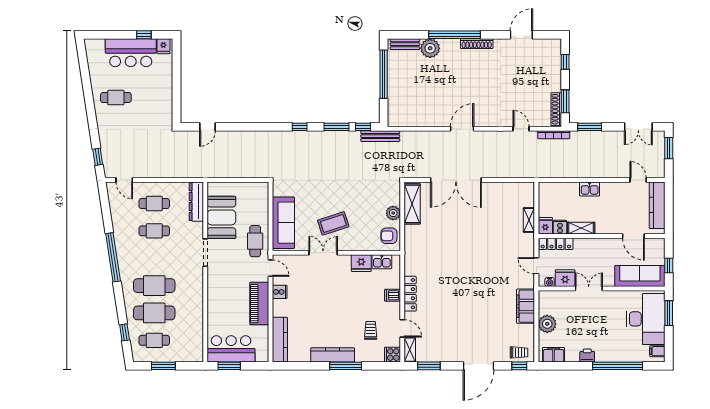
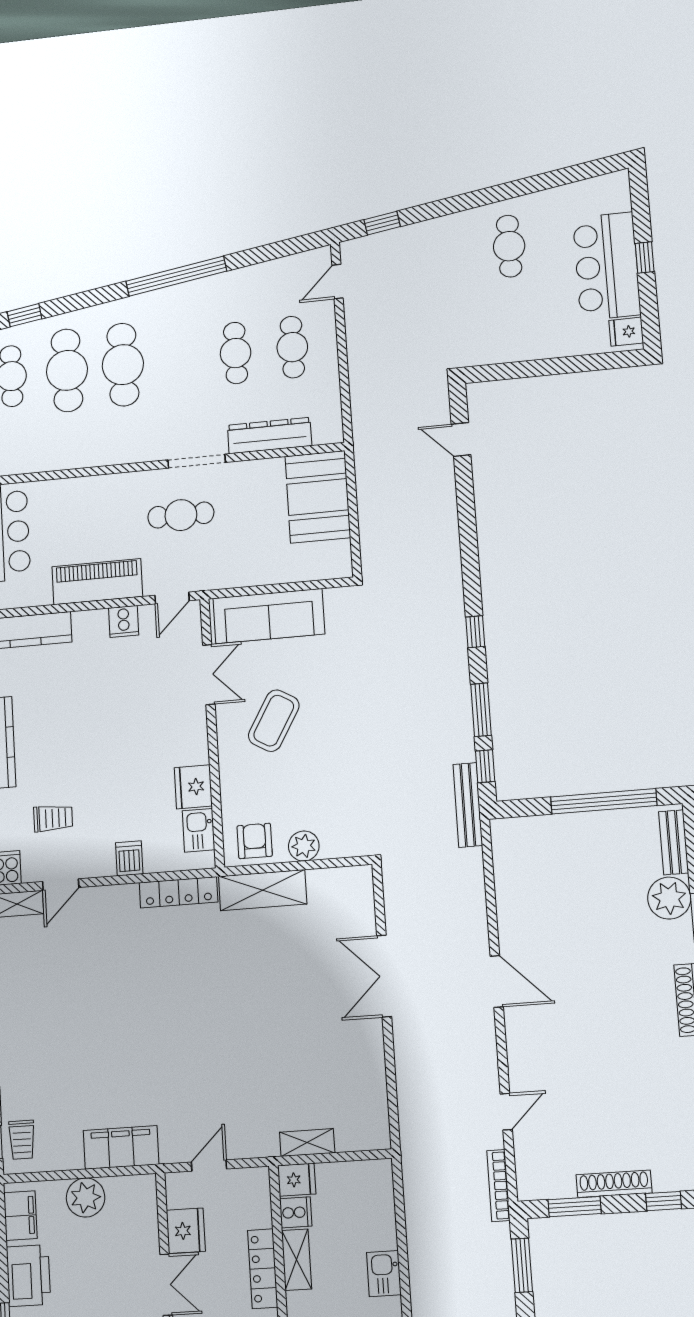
window: (144, 35) -> (645, 258), moved
shoe rack: (556, 109) -> (614, 1184), moved
double door: (456, 180) -> (384, 976), width x0.73
dresser: (196, 202) -> (269, 436), moved
shelving: (412, 204) -> (263, 890), moved
booth: (221, 217) -> (318, 497), moved, turned 90
coffee table: (333, 223) -> (274, 721), turned 48
cafe table: (255, 241) -> (181, 515), moved
locker: (556, 244) -> (263, 1269), moved
double door: (323, 253) -> (209, 675), moved
water cooler: (550, 282) -> (176, 1197), removed
locker: (410, 294) -> (179, 892), moved
printer: (587, 355) -> (28, 1276), width x1.87, depth x1.48

